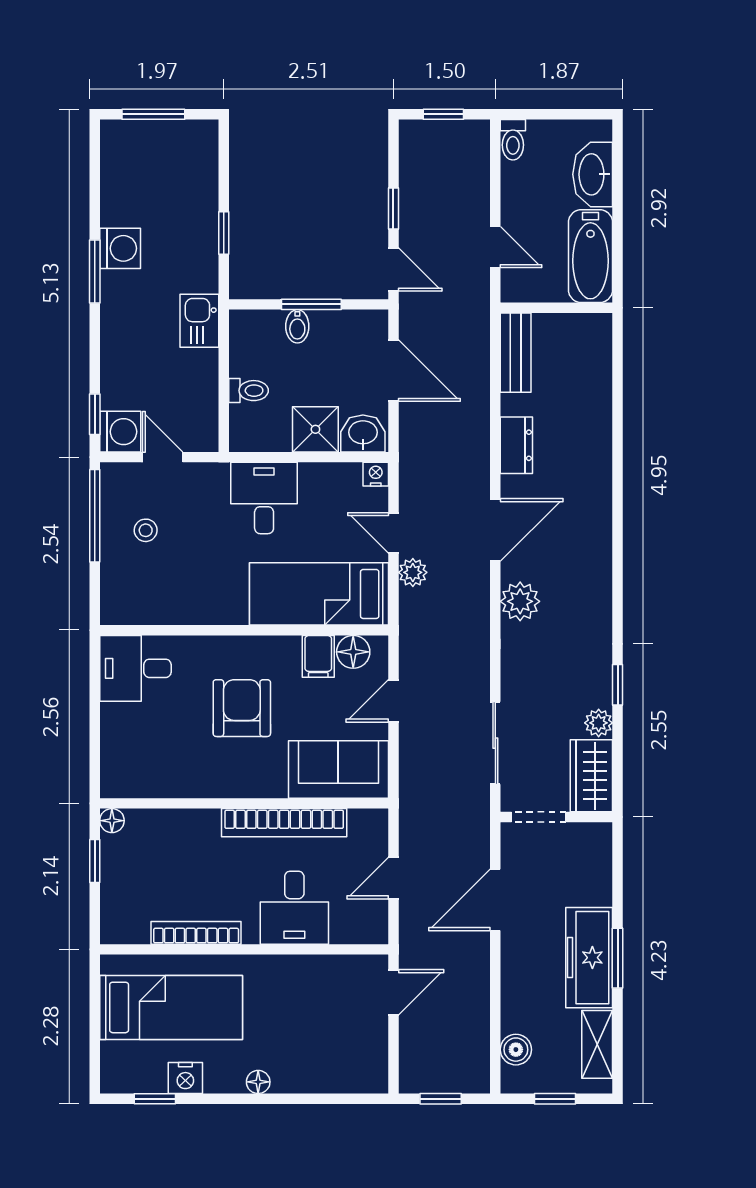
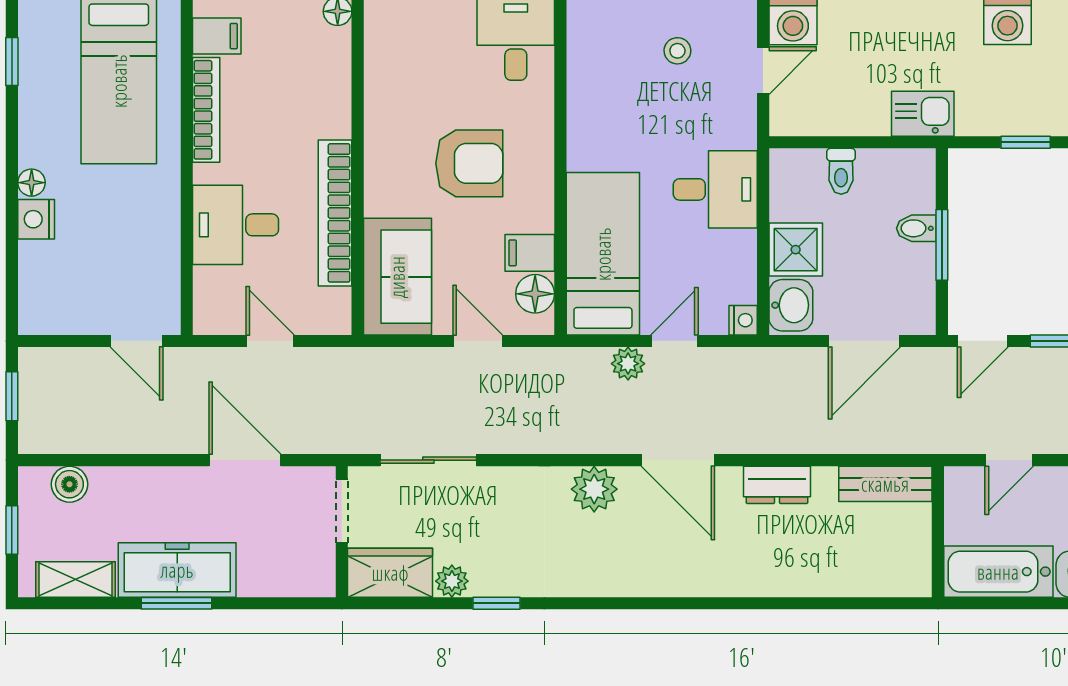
filing cabinet: (133, 924) -> (217, 36), added
nightstand: (185, 1078) -> (36, 219), moved

